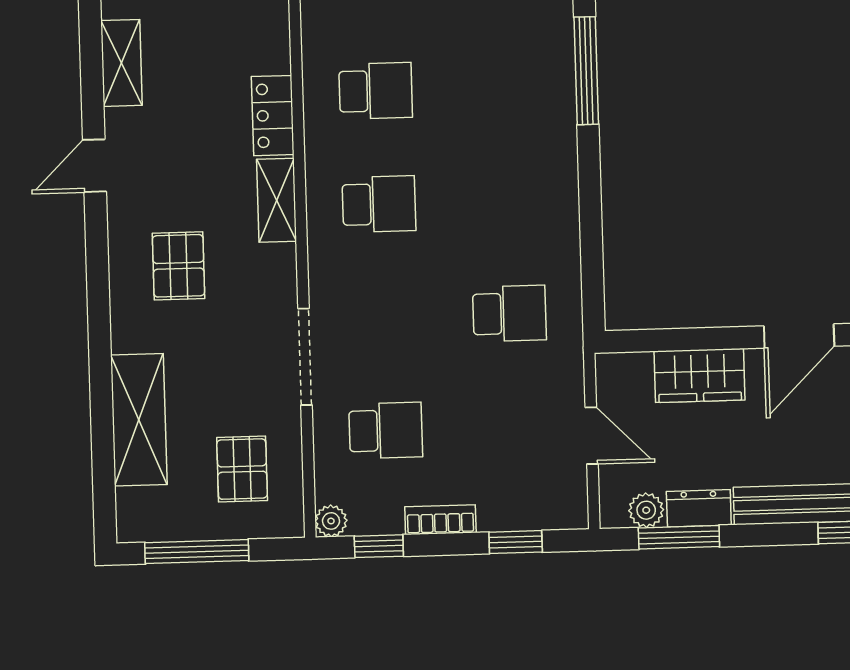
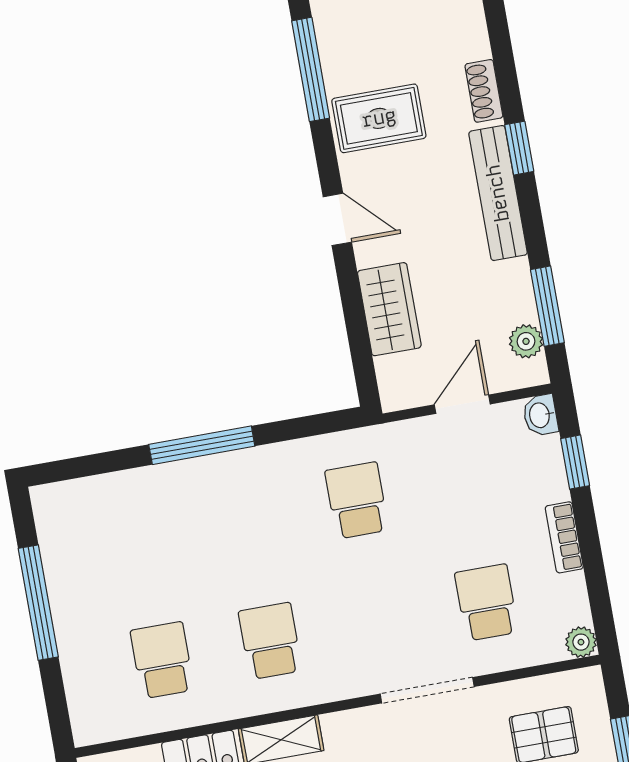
window: (586, 71) -> (202, 445), moved
door: (799, 336) -> (337, 219), width x0.73
dresser: (699, 508) -> (517, 291), removed
washbasin: (569, 514) -> (540, 415), added
window: (379, 546) -> (598, 593), removed

